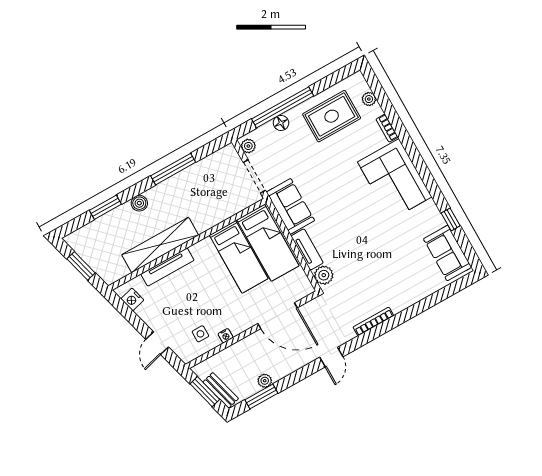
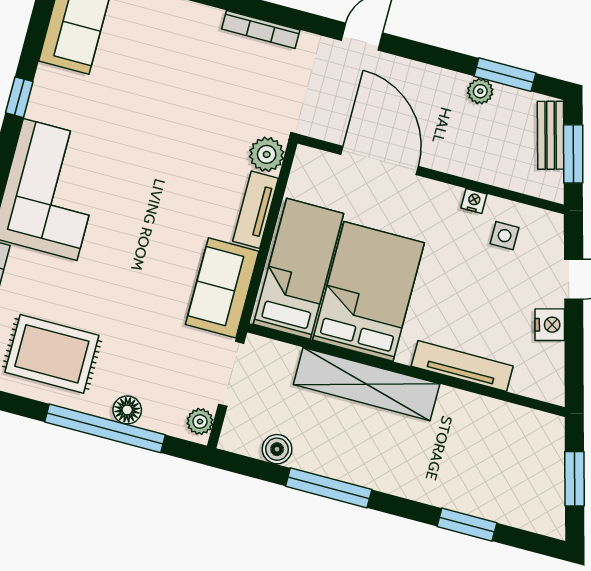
boiler: (139, 203) -> (277, 449), moved
window: (451, 219) -> (19, 97), moved
shelving: (160, 245) -> (367, 384), moved
bed: (239, 257) -> (368, 291), width x1.50
nightstand: (132, 299) -> (550, 325), moved

